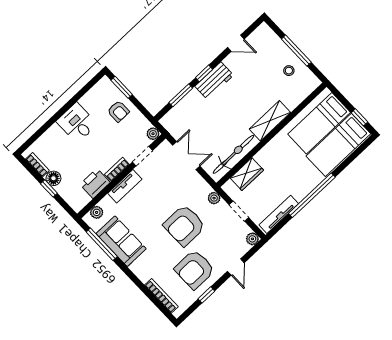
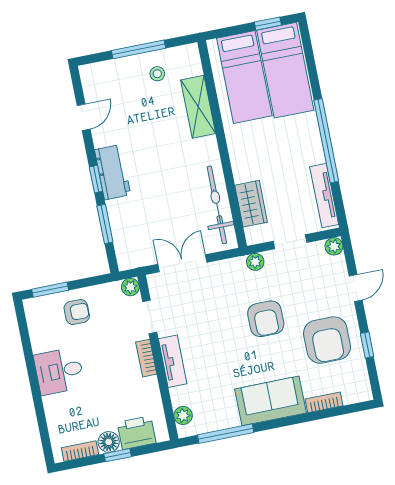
shelving: (270, 121) -> (198, 107), moved
printer: (95, 183) -> (137, 433), moved, turned 90
armchair: (184, 225) -> (266, 319), width x0.73, depth x0.73
sofa: (121, 241) -> (270, 401), moved
door: (236, 267) -> (356, 288), hinge flipped
bookcase: (161, 296) -> (324, 402), width x0.64

